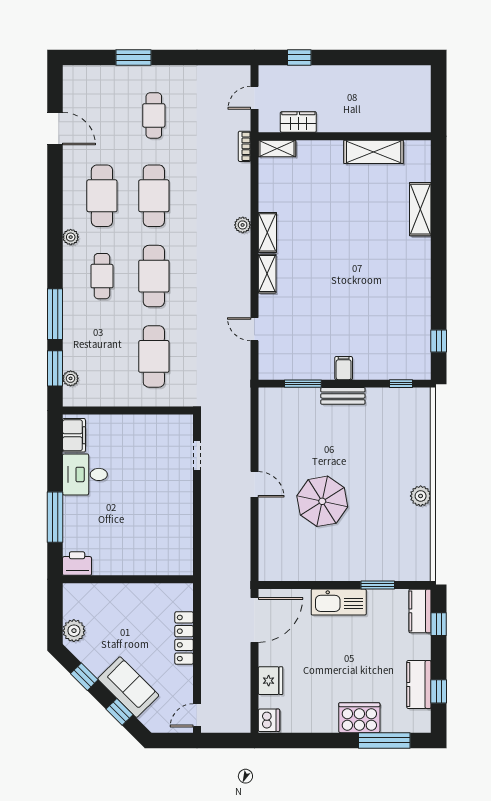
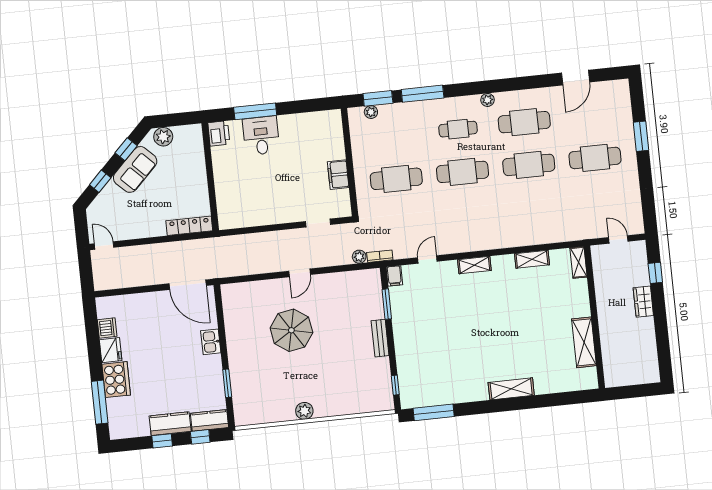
cafe table: (154, 115) -> (595, 158), width x1.37, depth x1.35
wardrobe: (298, 122) -> (643, 302), moved, turned 180
bookcase: (245, 146) -> (380, 256), moved
shelving: (420, 209) -> (511, 389), moved
plant: (243, 225) -> (359, 257), moved
shelving: (267, 232) -> (532, 259), moved
window: (439, 341) -> (434, 412), width x2.17
filing cabinet: (344, 368) -> (394, 276), moved, turned 90
filing cabinet: (74, 435) -> (338, 175), moved, turned 90
desk: (85, 474) -> (261, 136), moved
kitchen sink: (339, 602) -> (211, 342), width x0.53, depth x0.81
locker: (184, 638) -> (189, 226), moved
fridge: (270, 681) -> (111, 350), moved, turned -90
kitchen counter: (419, 684) -> (170, 424), moved
sofa: (128, 687) -> (135, 169), moved
window: (439, 691) -> (162, 441), moved
dishwasher: (269, 720) -> (107, 328), moved, turned -90

